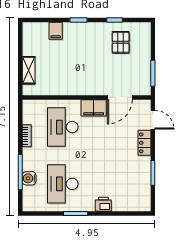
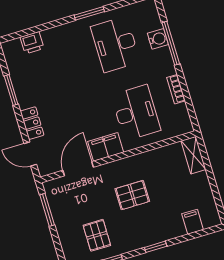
filing cabinet: (56, 31) -> (193, 222), moved
pallet: (84, 65) -> (132, 195), added
shelving: (29, 70) -> (193, 155), moved
desk: (63, 184) -> (115, 44), turned 180
printer: (103, 204) -> (32, 43), moved

